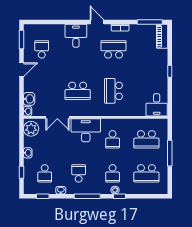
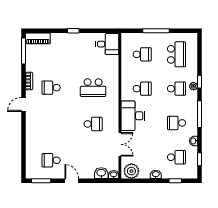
desk: (76, 36) -> (37, 126), removed
school desk: (114, 49) -> (51, 88), width x0.54
school desk: (78, 91) -> (93, 124), width x0.54
school desk: (146, 139) -> (142, 54), width x0.54

